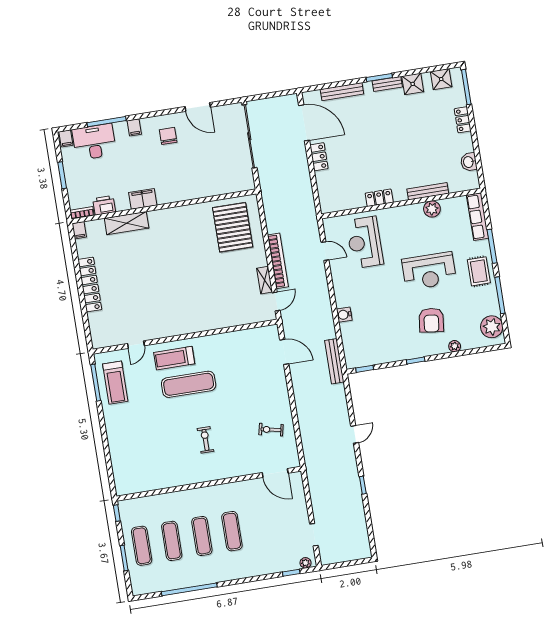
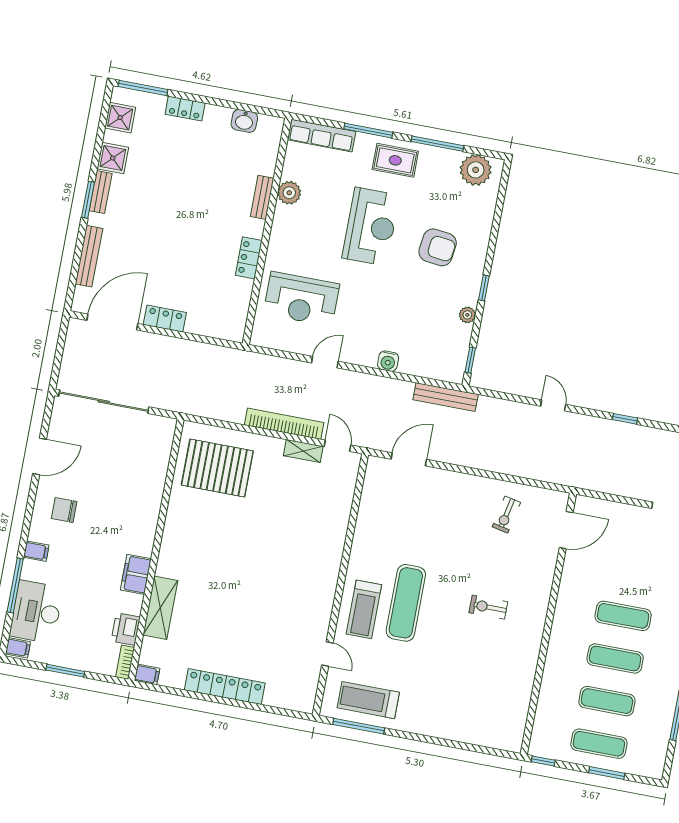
bench: (428, 191) -> (262, 197), width x0.73
door: (325, 251) -> (325, 362), moved
plant: (455, 346) -> (467, 315), moved
treadmill: (115, 383) -> (368, 700), turned 180

